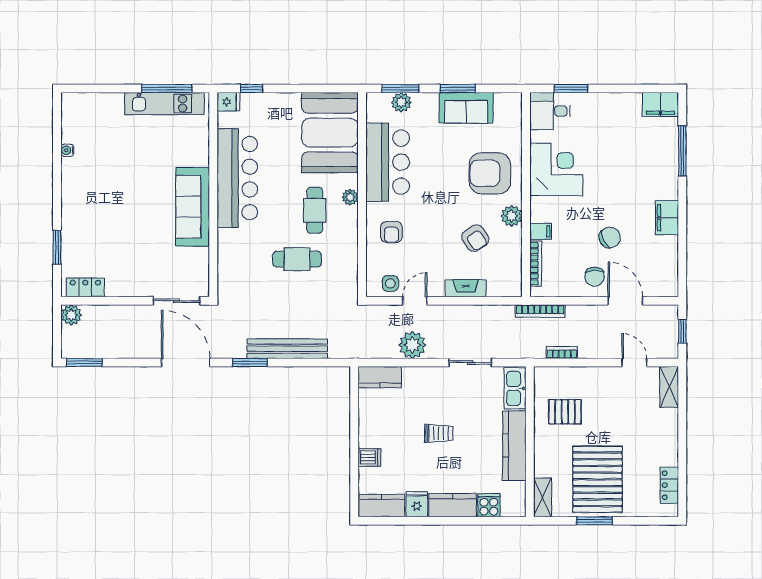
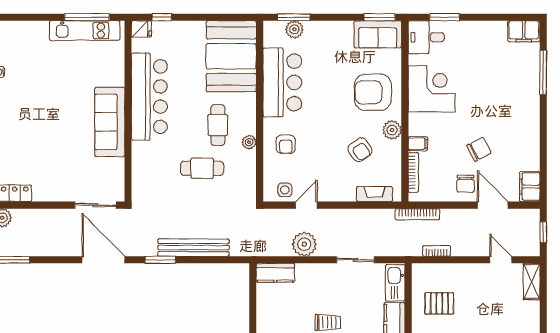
window: (458, 88) -> (380, 17), moved
sofa: (466, 108) -> (378, 34), moved
plant: (350, 197) -> (249, 142), moved
filing cabinet: (667, 218) -> (530, 187), moved
fireplace: (466, 288) -> (375, 194), moved

